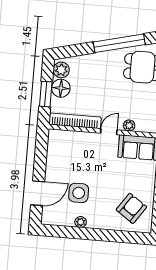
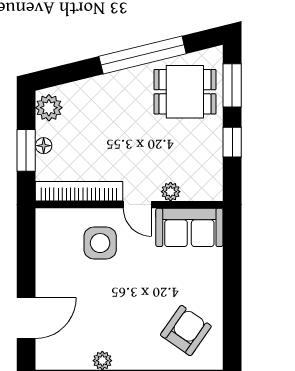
floor lamp: (61, 88) -> (44, 146), width x0.53, depth x0.53
door: (109, 132) -> (137, 205), swing flipped
side table: (79, 193) -> (100, 243), moved

